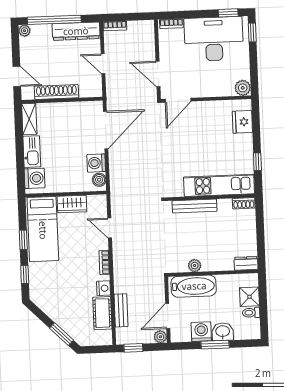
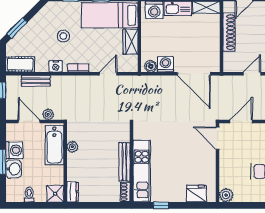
bench: (195, 206) -> (124, 162), moved
stool: (69, 281) -> (63, 36), added
shower: (249, 297) -> (55, 194), moved
cot: (102, 313) -> (20, 64), moved
plant: (160, 337) -> (48, 114), moved

